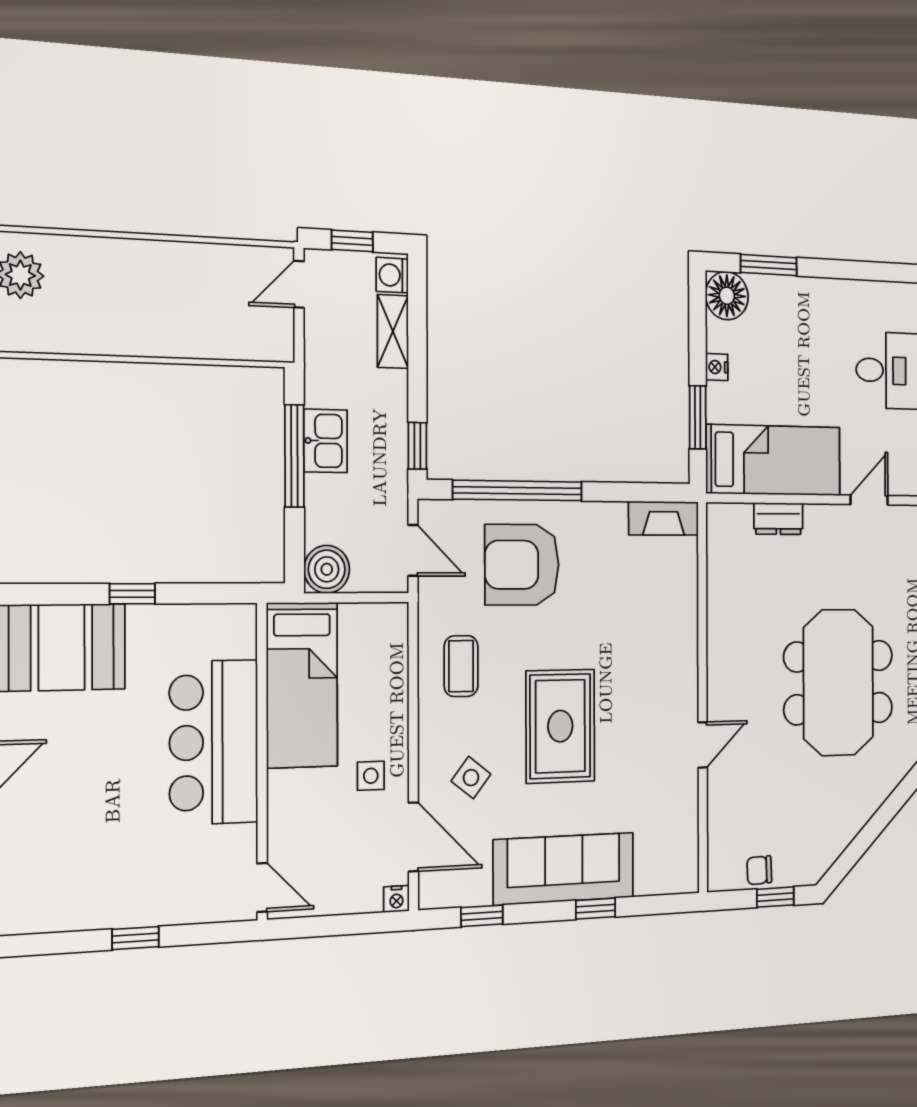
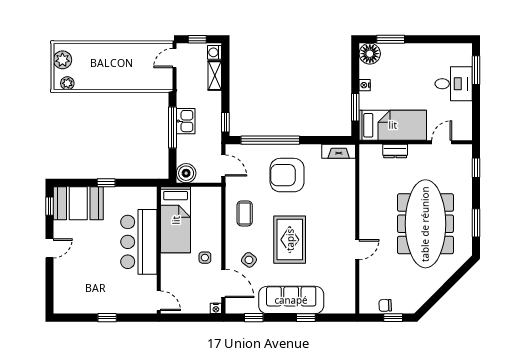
plant: (33, 336) -> (67, 83), added
armchair: (522, 565) -> (287, 175), moved
meeting table: (838, 682) -> (425, 224), width x1.36

